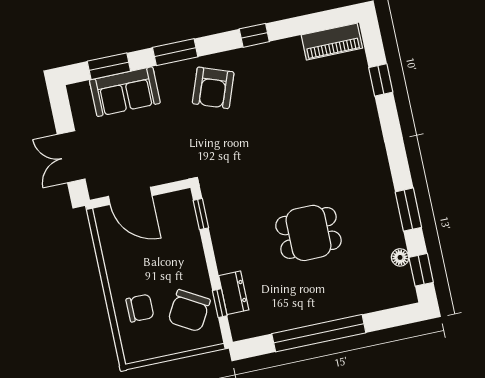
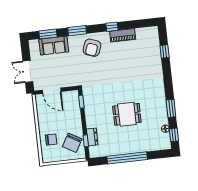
piano: (332, 42) -> (123, 35), moved

